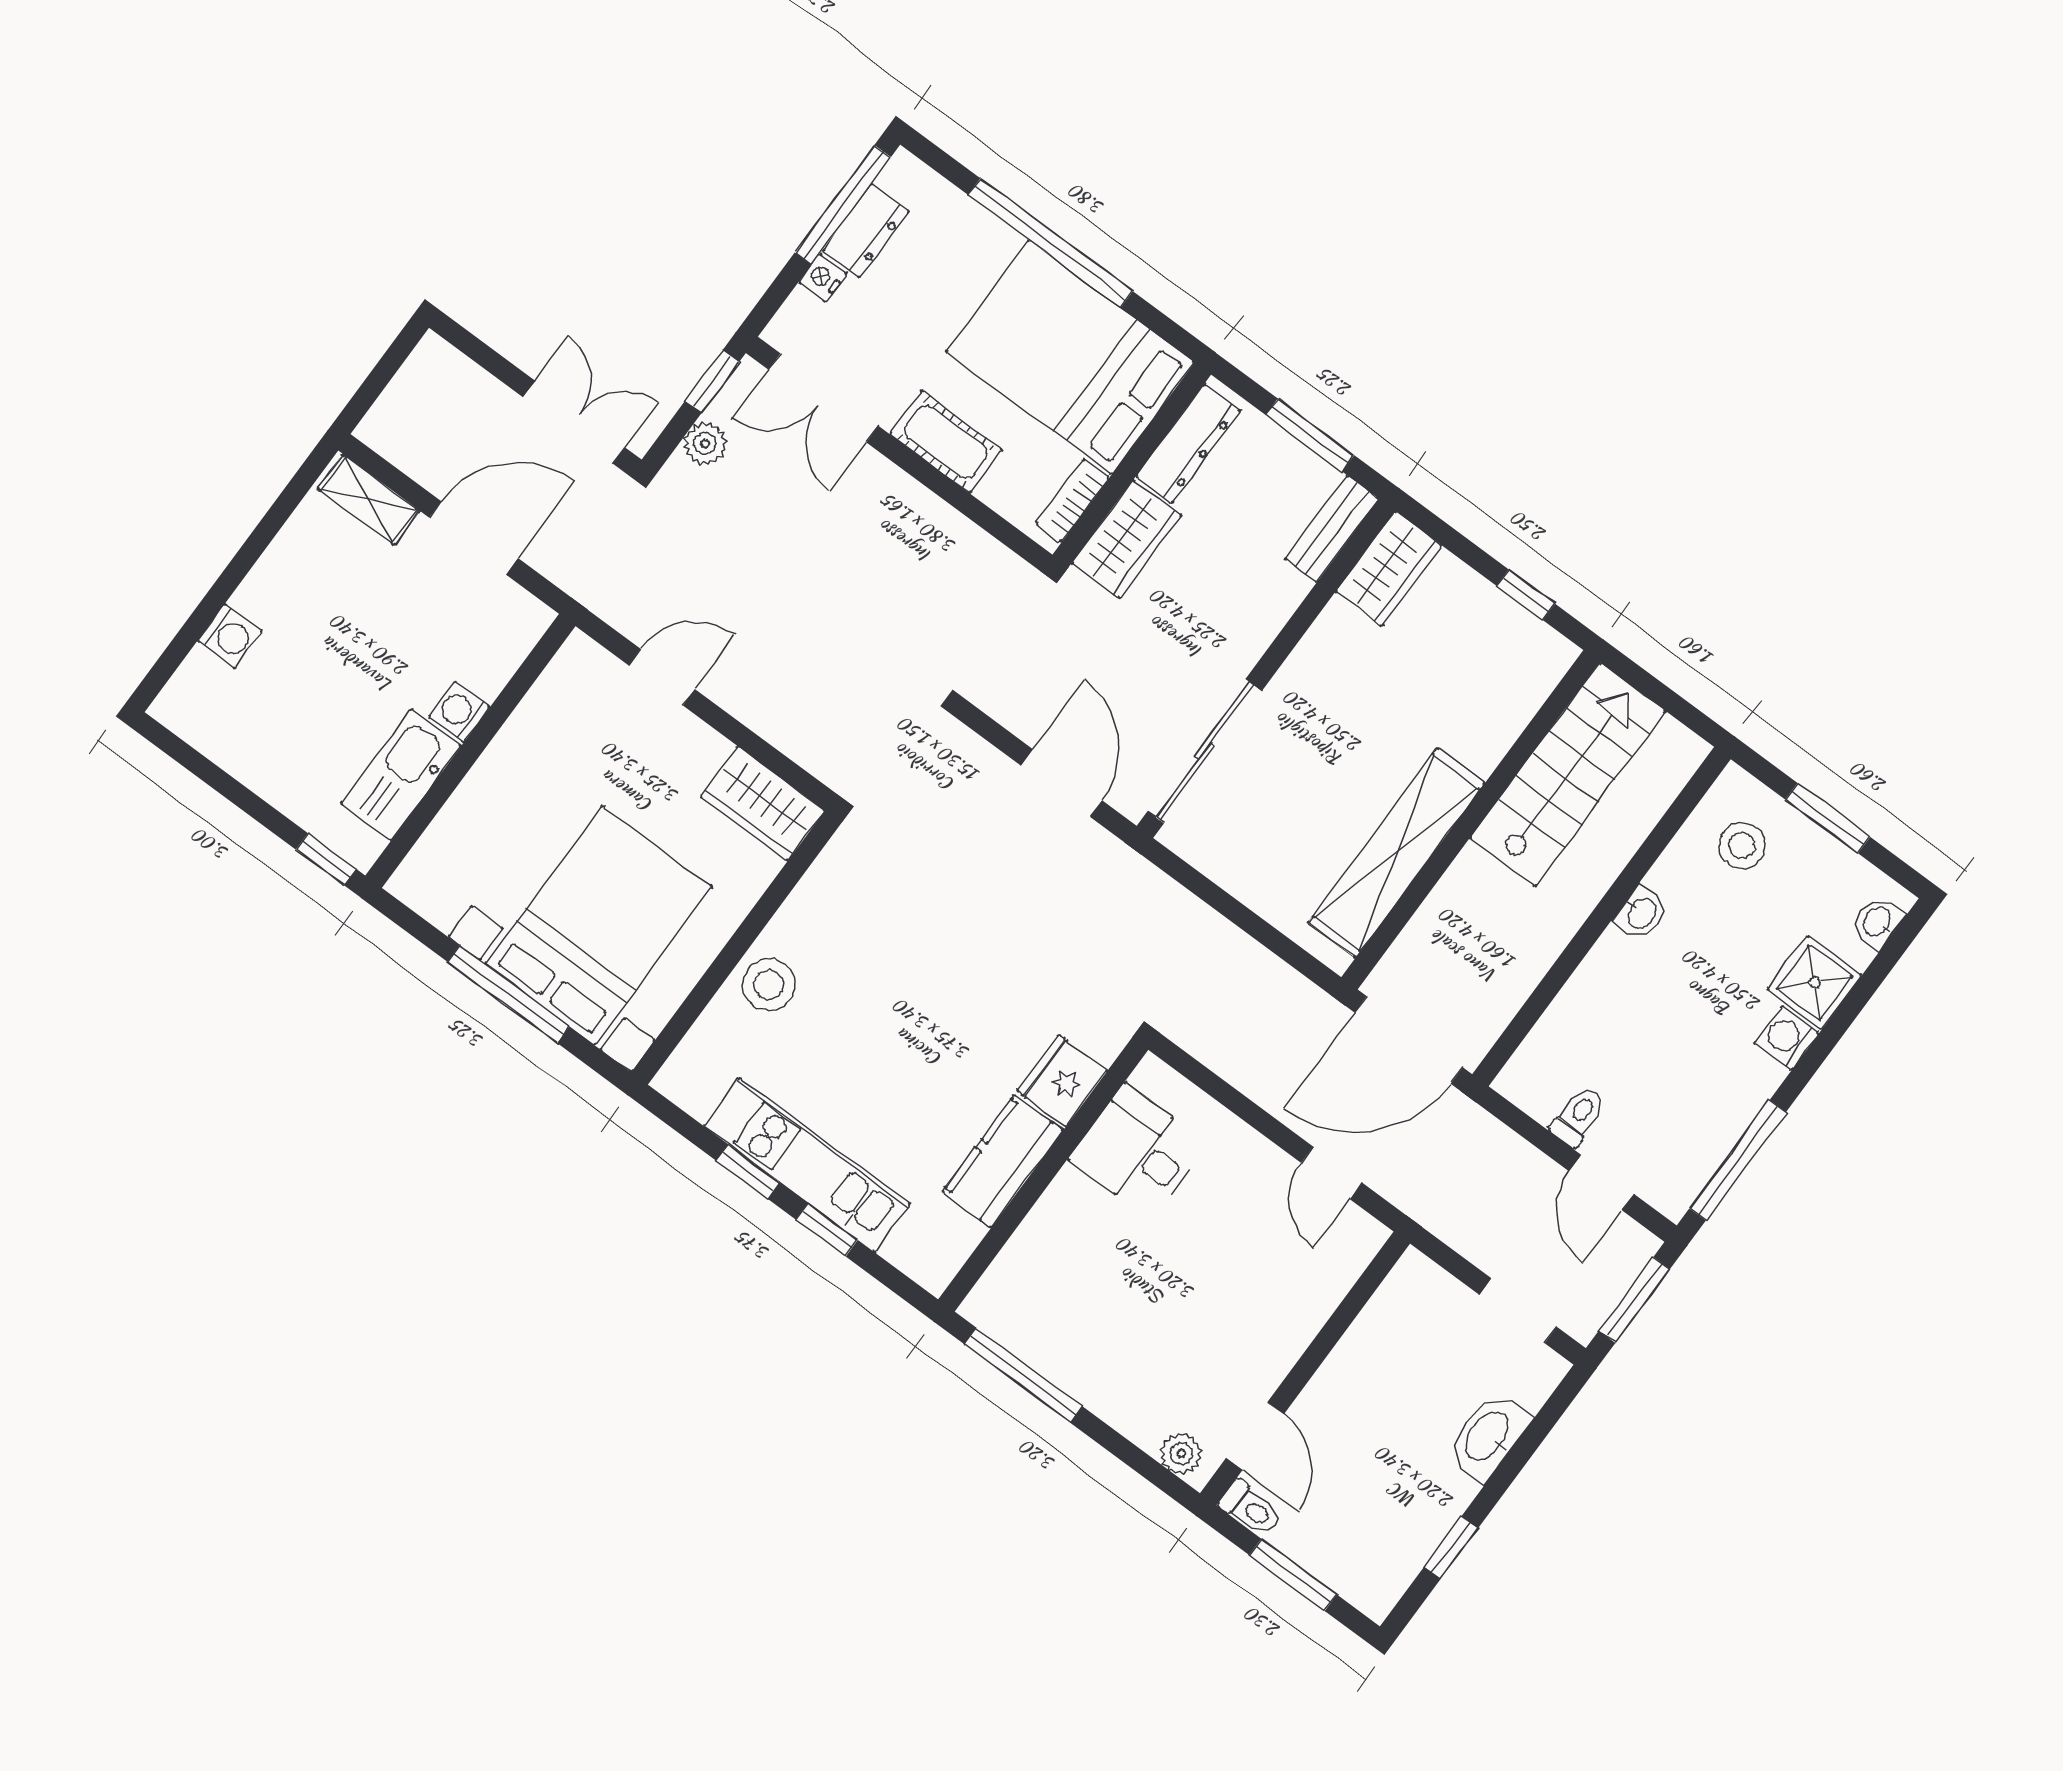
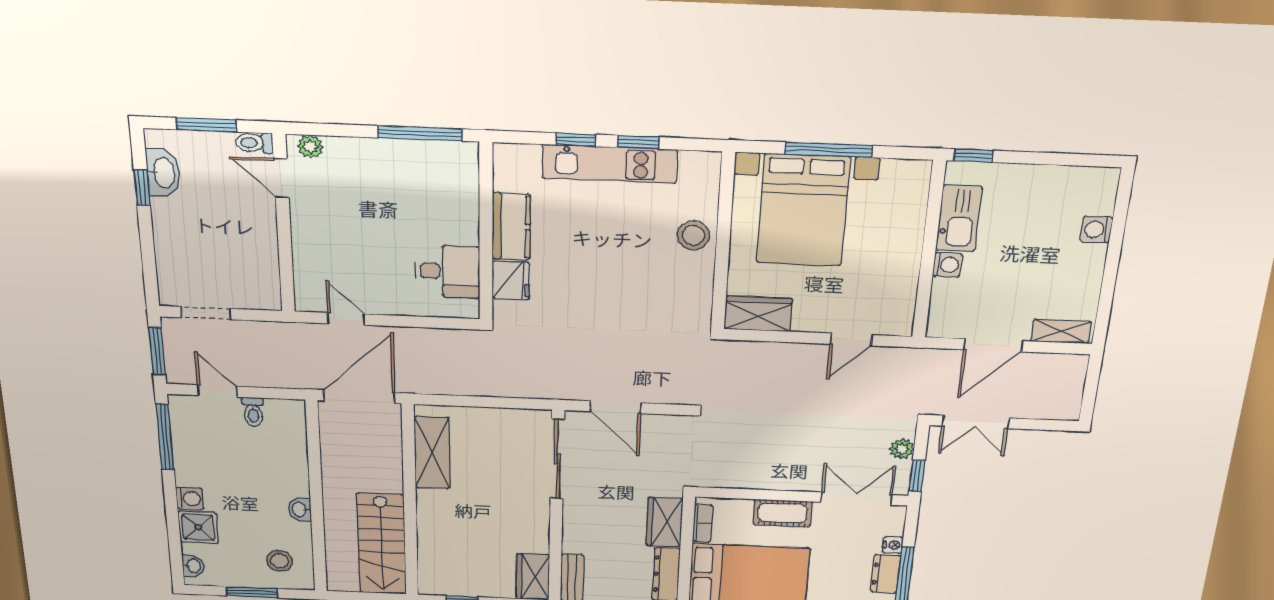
shelving: (1396, 853) -> (432, 453), width x0.68
washbasin: (1488, 1437) -> (163, 173), moved

